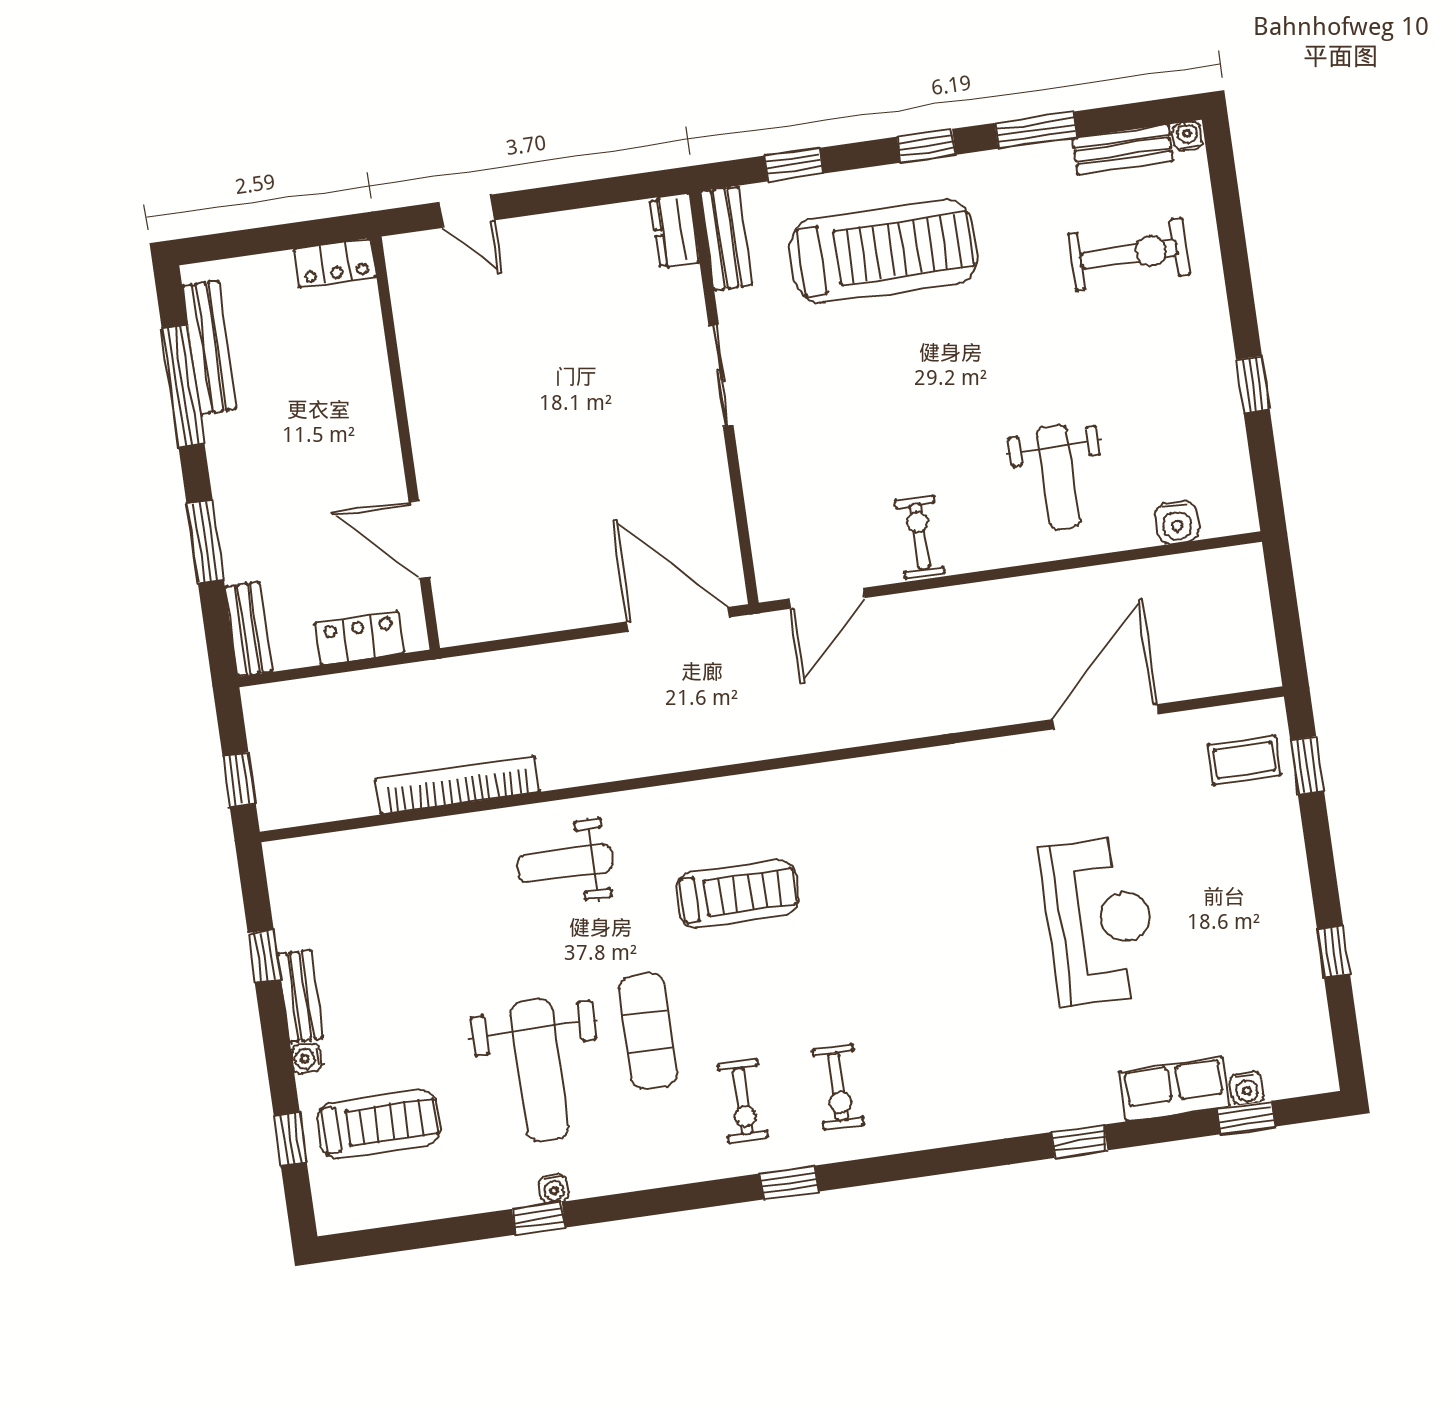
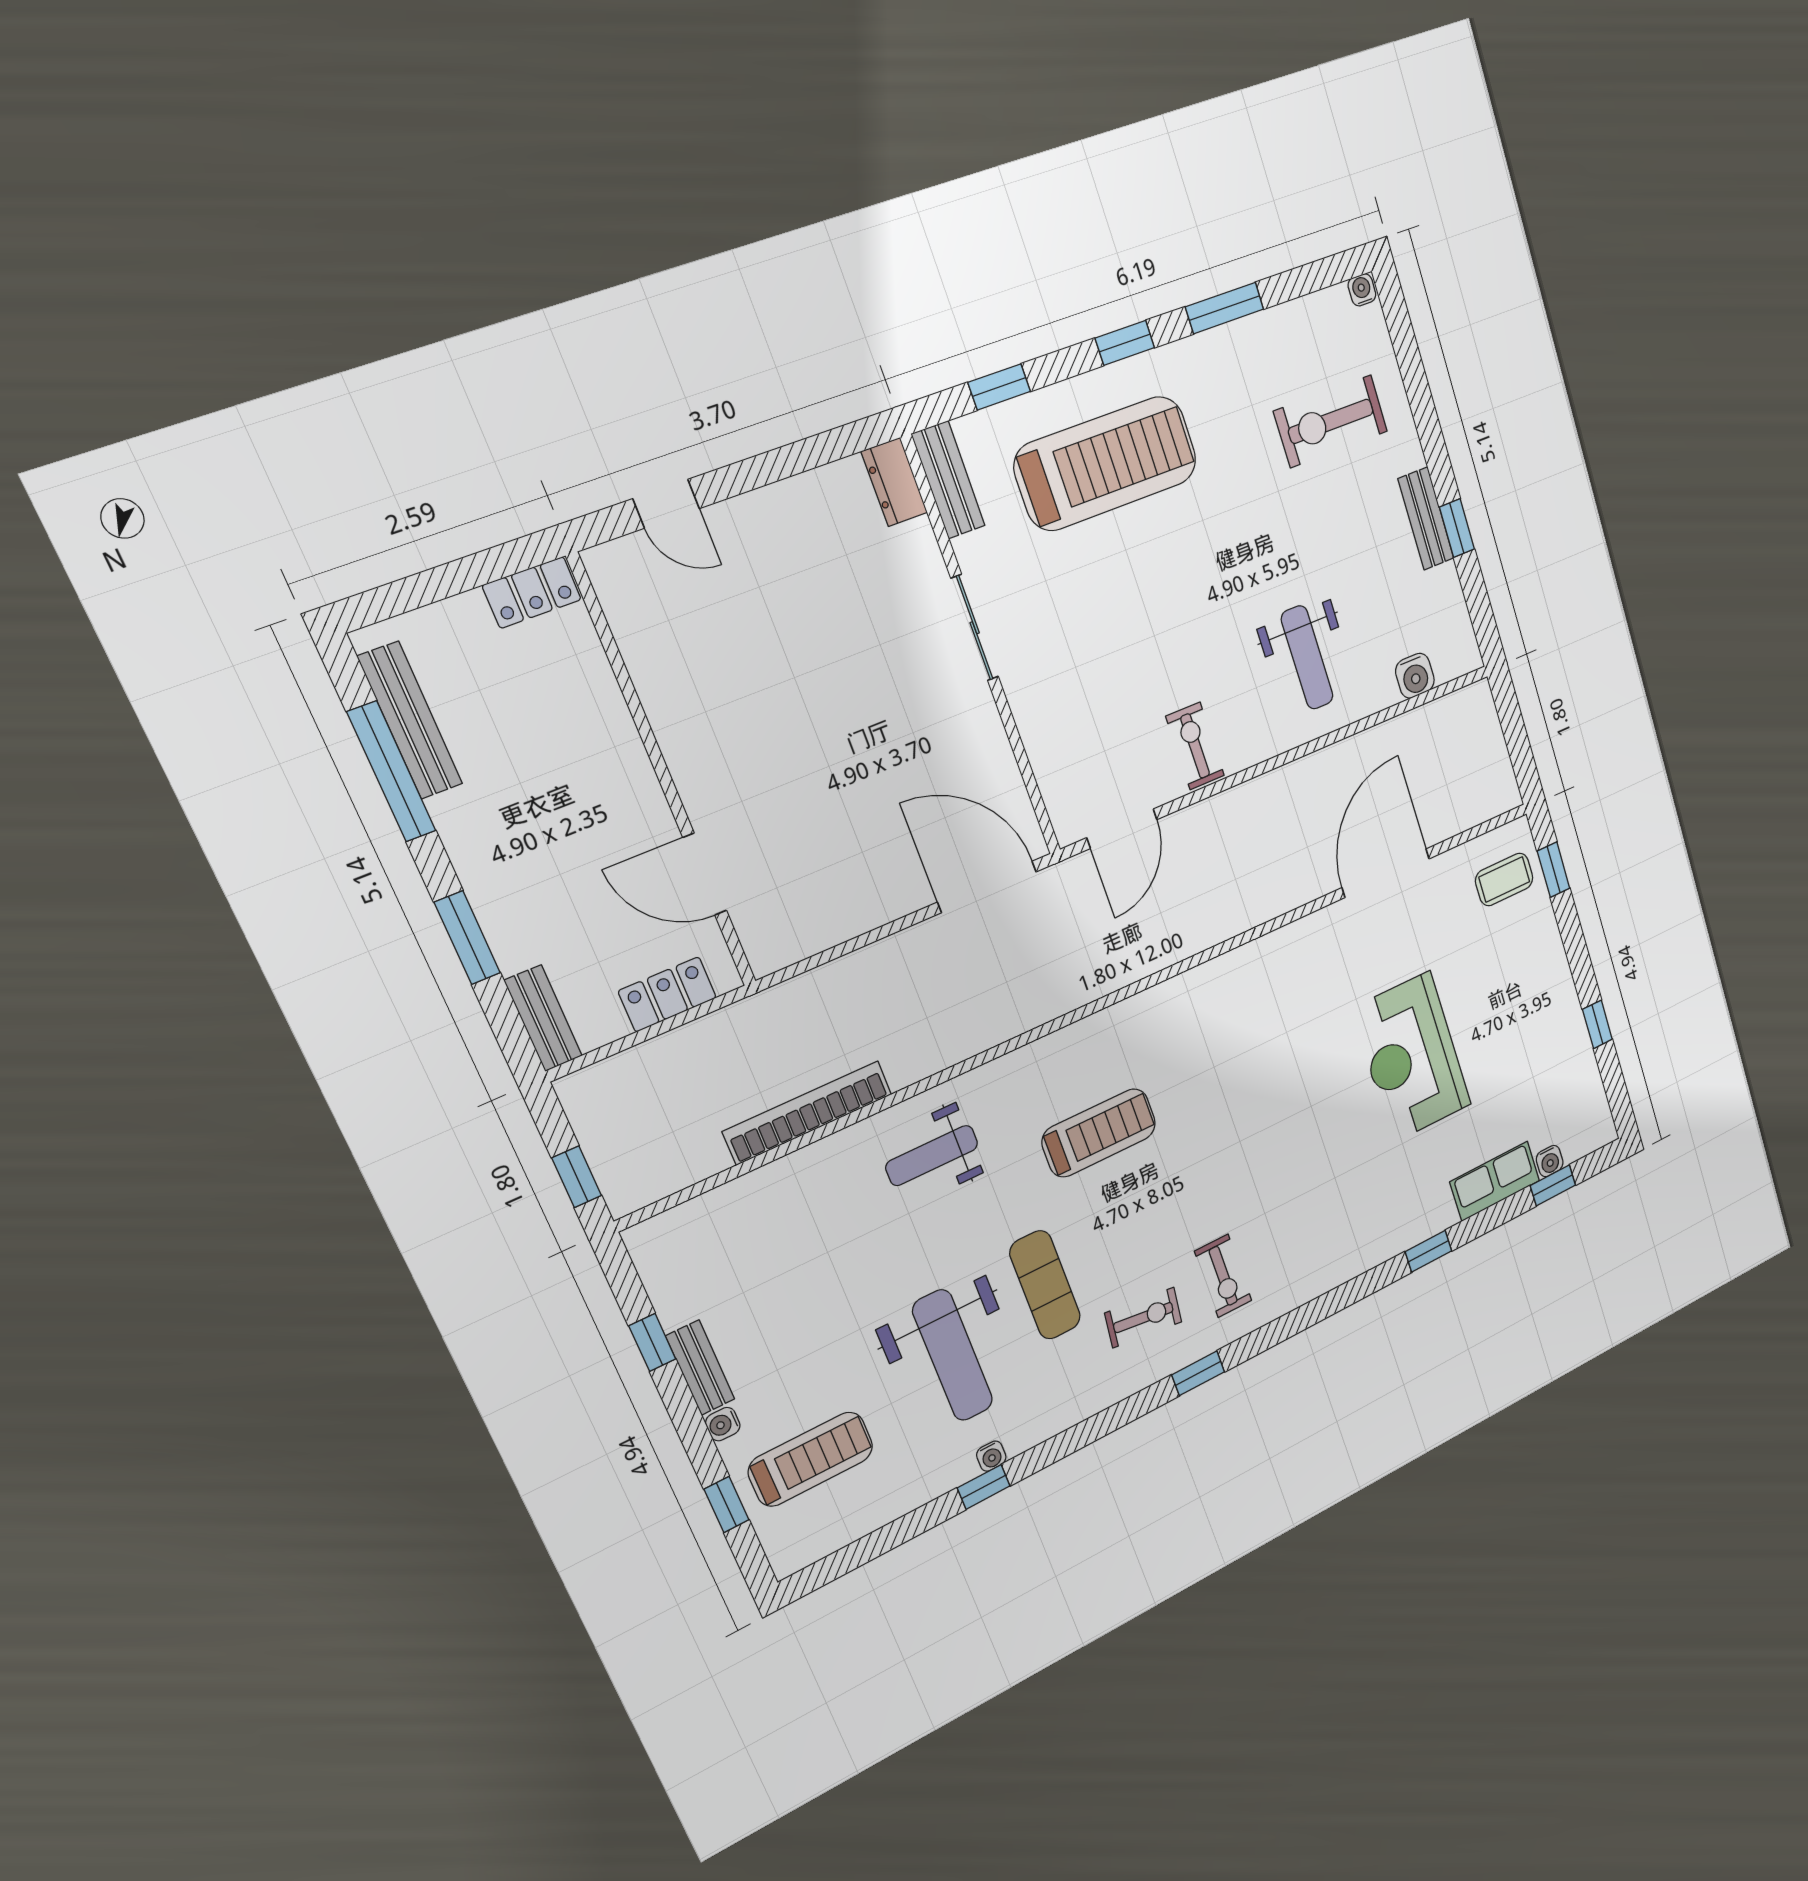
bench: (1123, 150) -> (1426, 519), moved, turned 90
exercise bike: (1129, 254) -> (1331, 421), turned 180
reception desk: (1099, 920) -> (1412, 1057), turned 180
exercise bike: (743, 1101) -> (1143, 1317), turned -83

